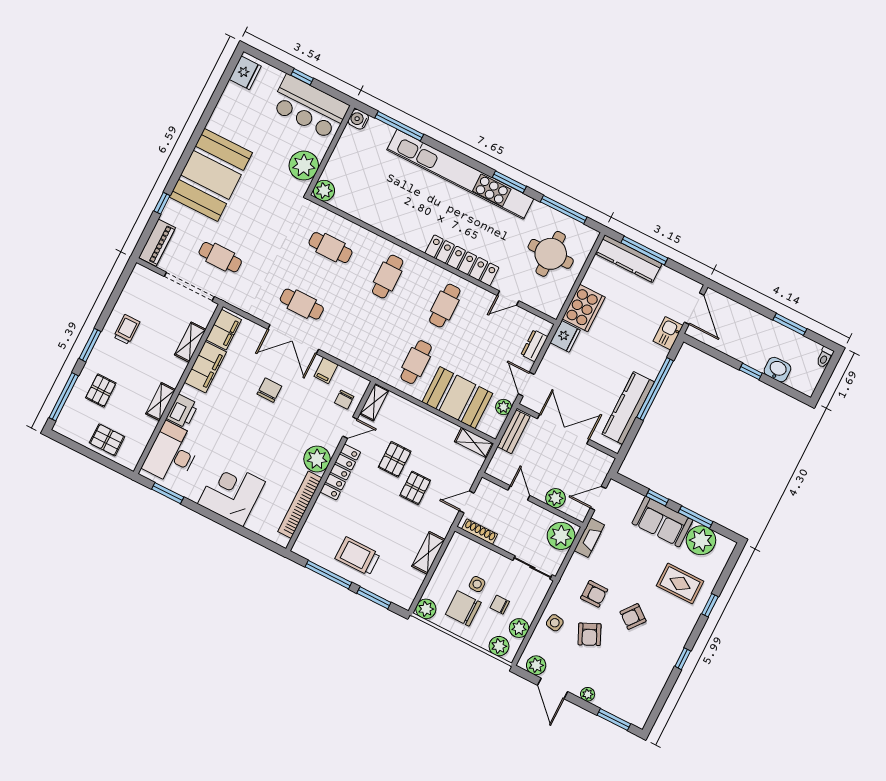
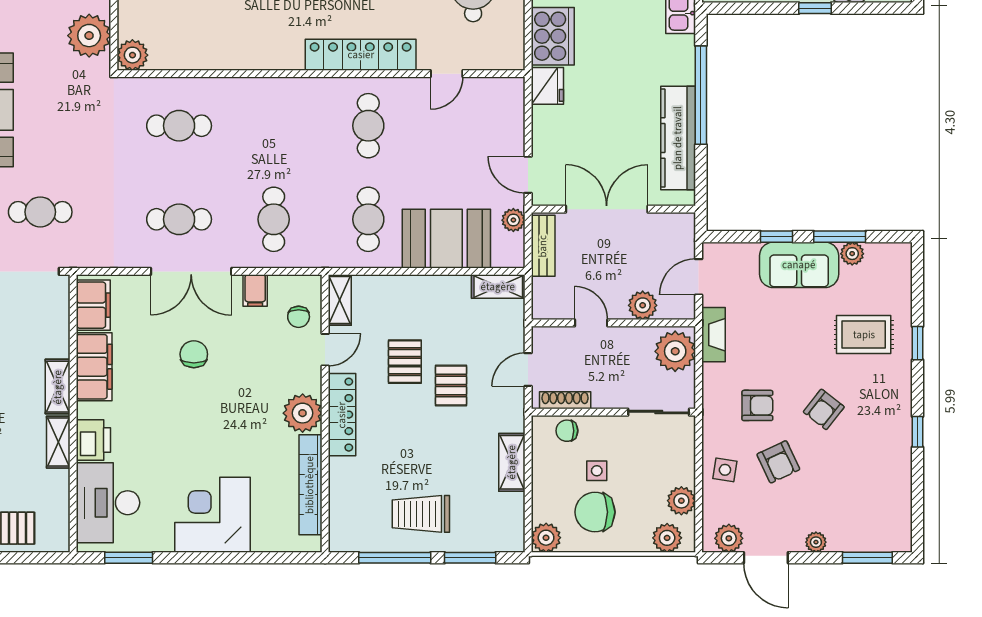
cafe table: (388, 277) -> (274, 219), moved
shelving: (190, 342) -> (58, 387), moved
dresser: (534, 346) -> (513, 119), removed
plant: (701, 540) -> (852, 254), width x0.53, depth x0.53
chair: (500, 605) -> (567, 431), moved

